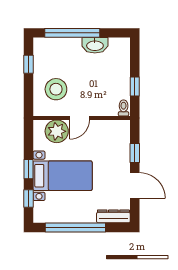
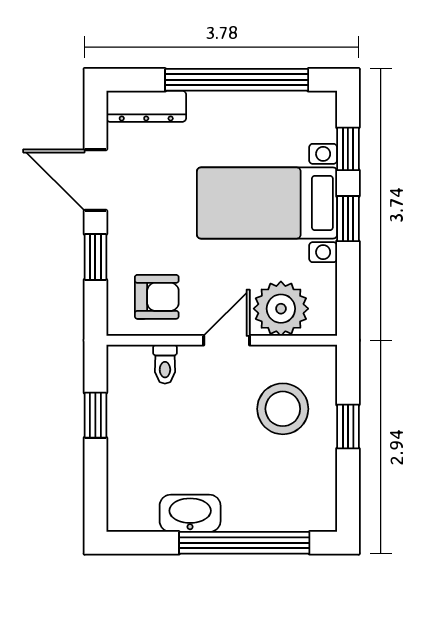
window: (29, 64) -> (348, 427), moved
toilet: (124, 108) -> (165, 364), moved
armchair: (109, 136) -> (157, 297), added

